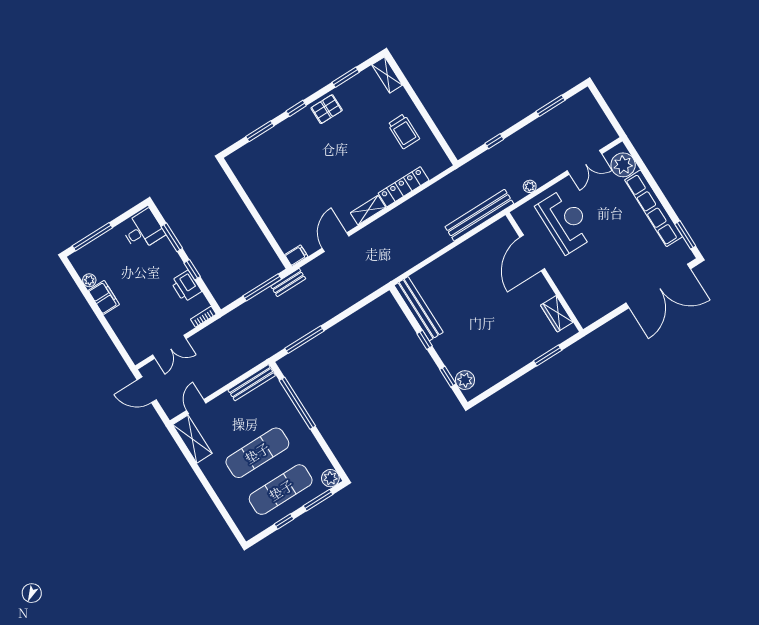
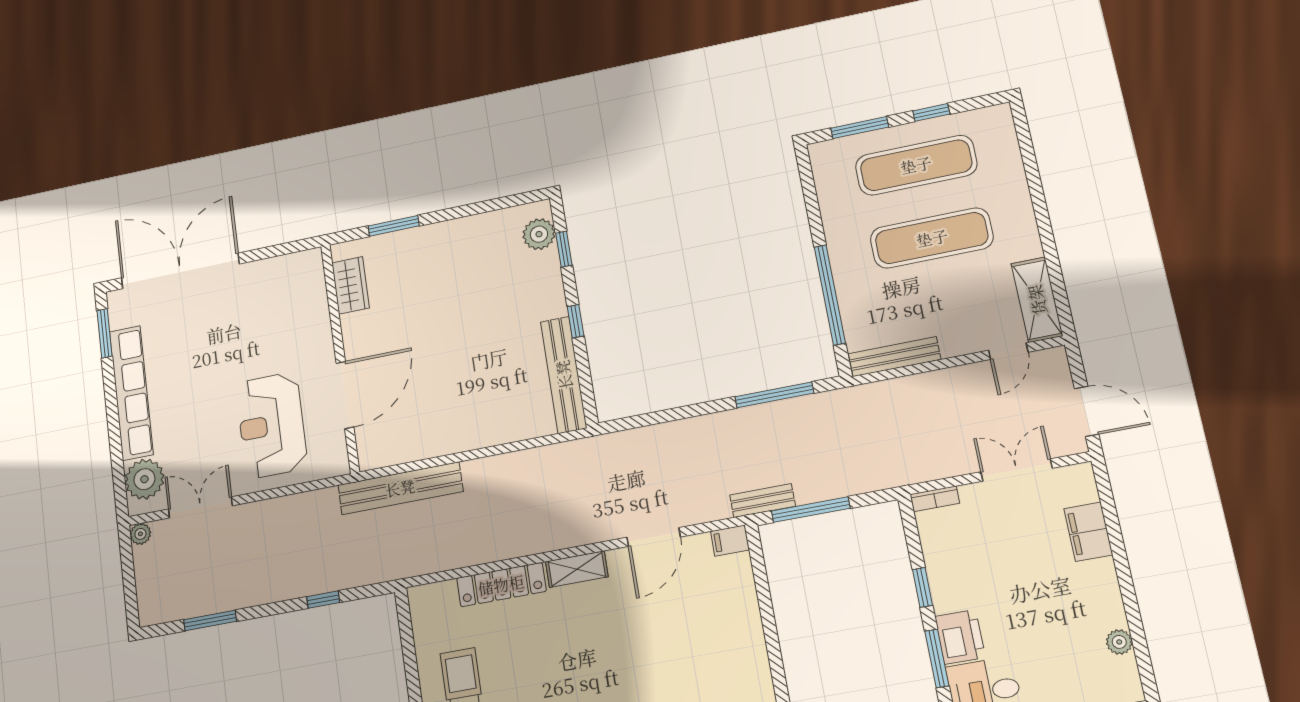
plant: (530, 186) -> (140, 534), moved
printer: (186, 286) -> (960, 637), moved
filing cabinet: (104, 297) -> (1088, 532), moved
plant: (330, 478) -> (824, 155), removed

